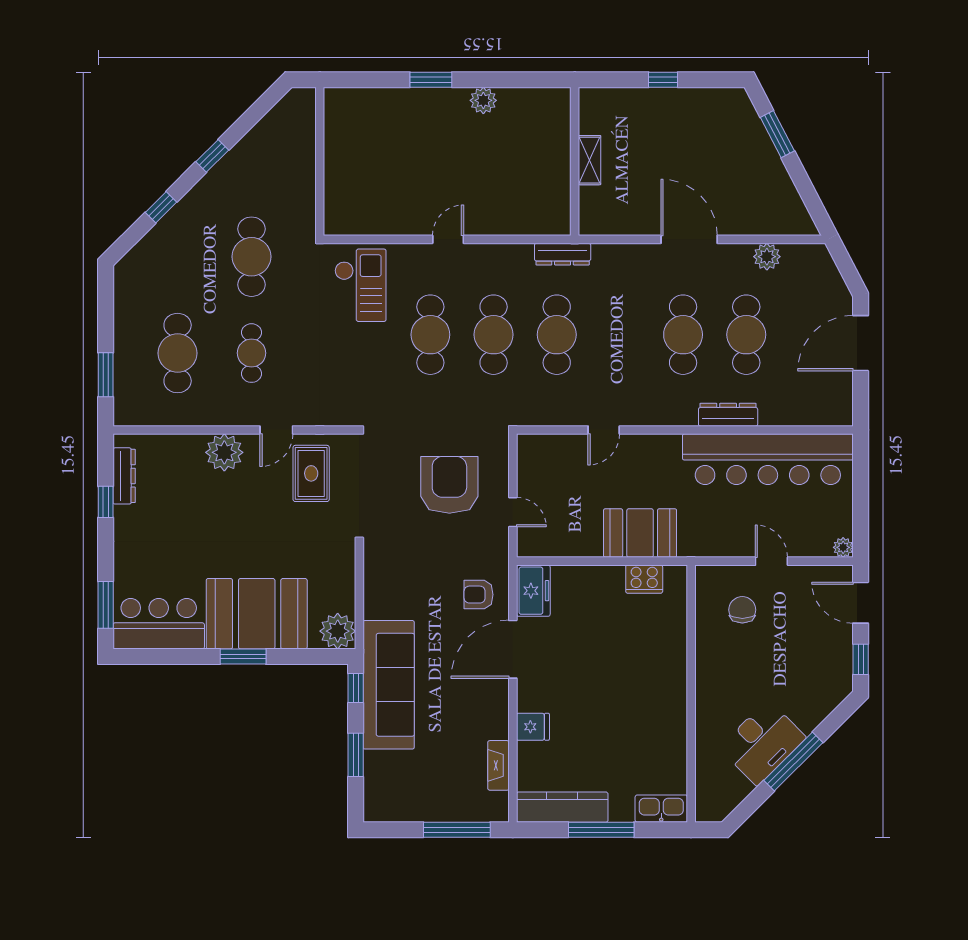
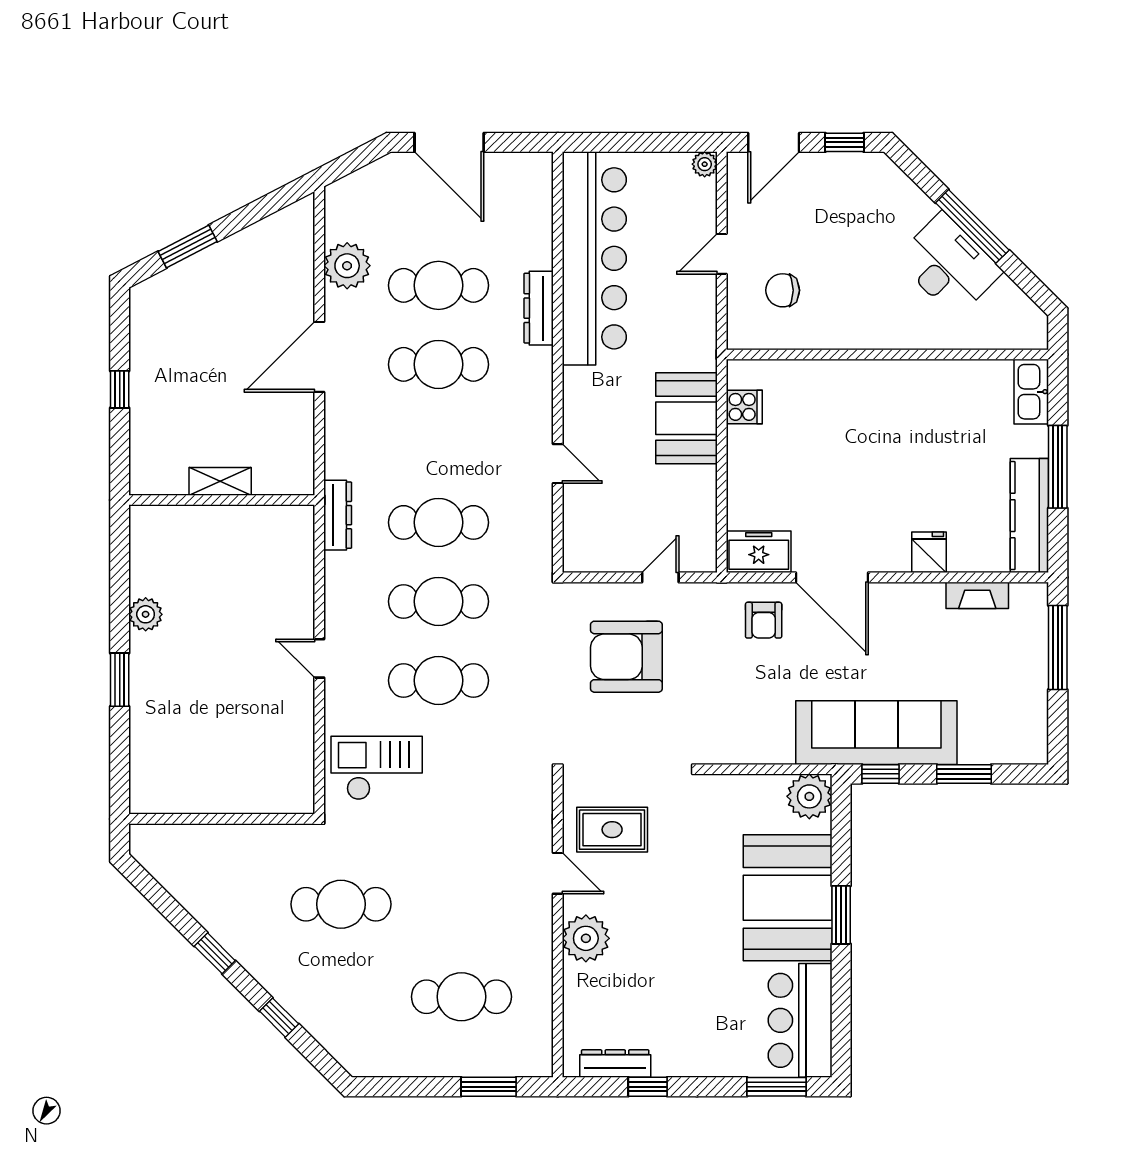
plant: (767, 257) -> (347, 266), width x1.36, depth x1.36
cafe table: (252, 353) -> (461, 904), removed
cooker: (644, 579) -> (744, 407), width x0.73

